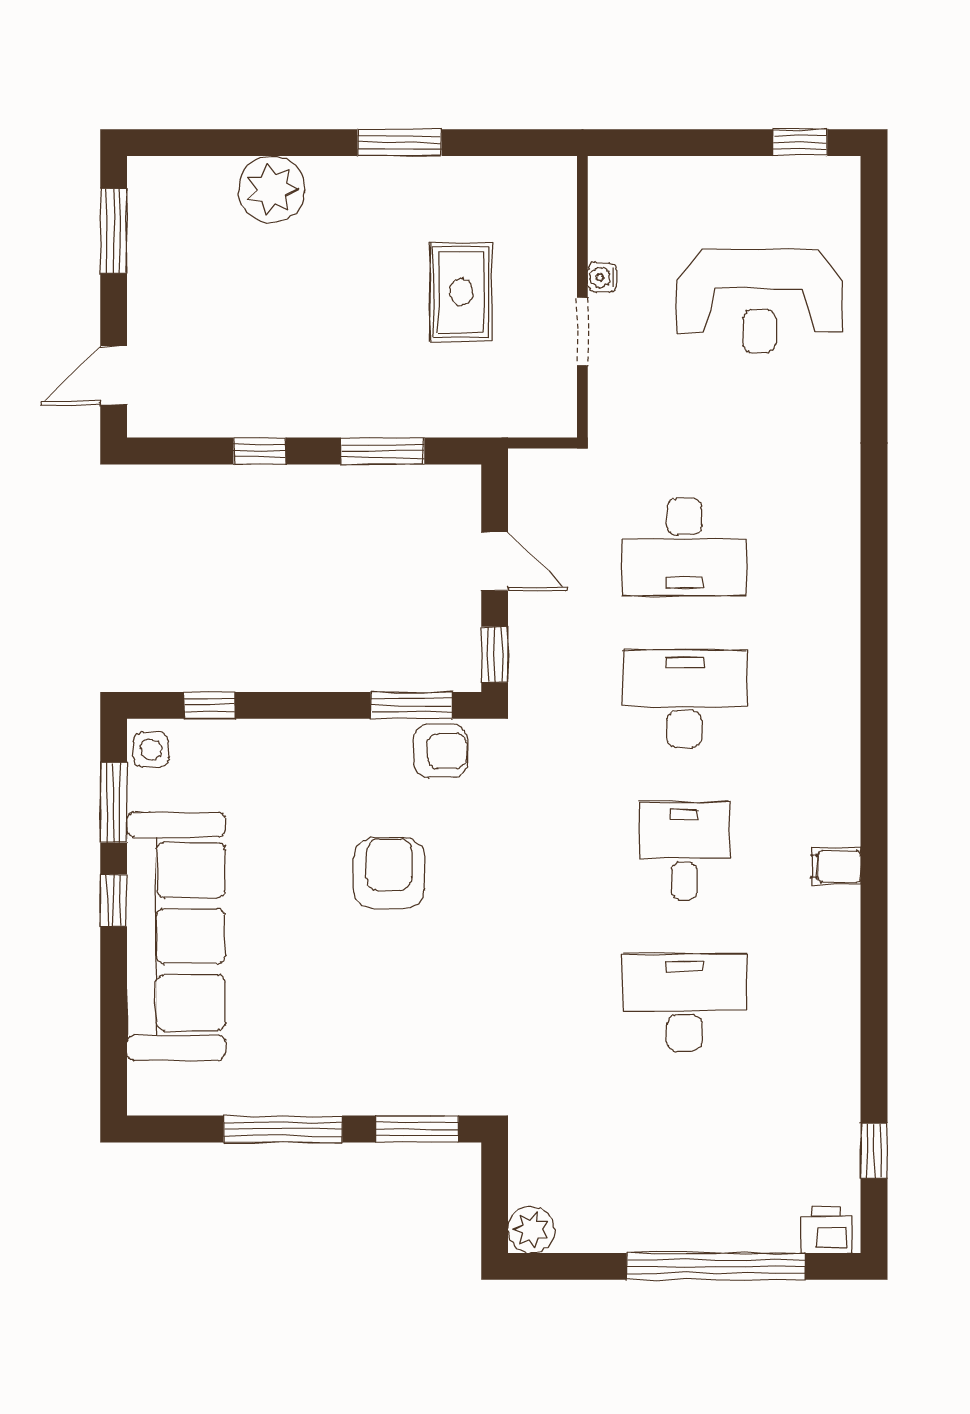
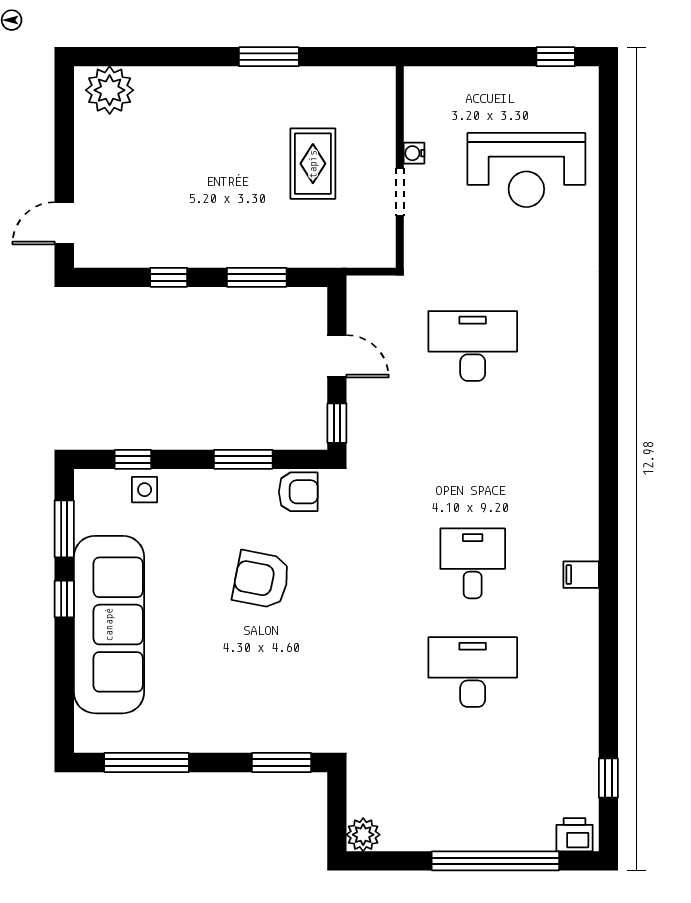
plant: (272, 189) -> (110, 90), moved
window: (114, 231) -> (64, 120), removed
desk: (684, 547) -> (473, 346), turned 180
desk: (684, 699) -> (473, 455), removed
window: (412, 705) -> (243, 459), moved
side table: (151, 749) -> (145, 490), moved
armchair: (389, 873) -> (261, 580), turned -79
window: (283, 1129) -> (147, 763), moved

